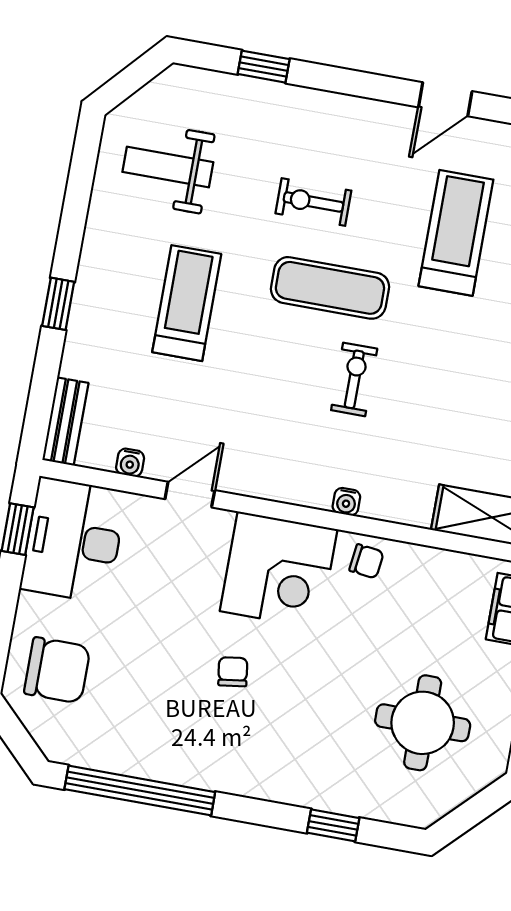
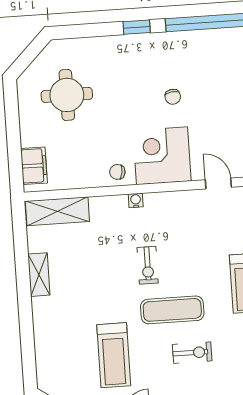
door: (190, 495) -> (218, 184), swing flipped
window: (333, 825) -> (137, 27), moved

